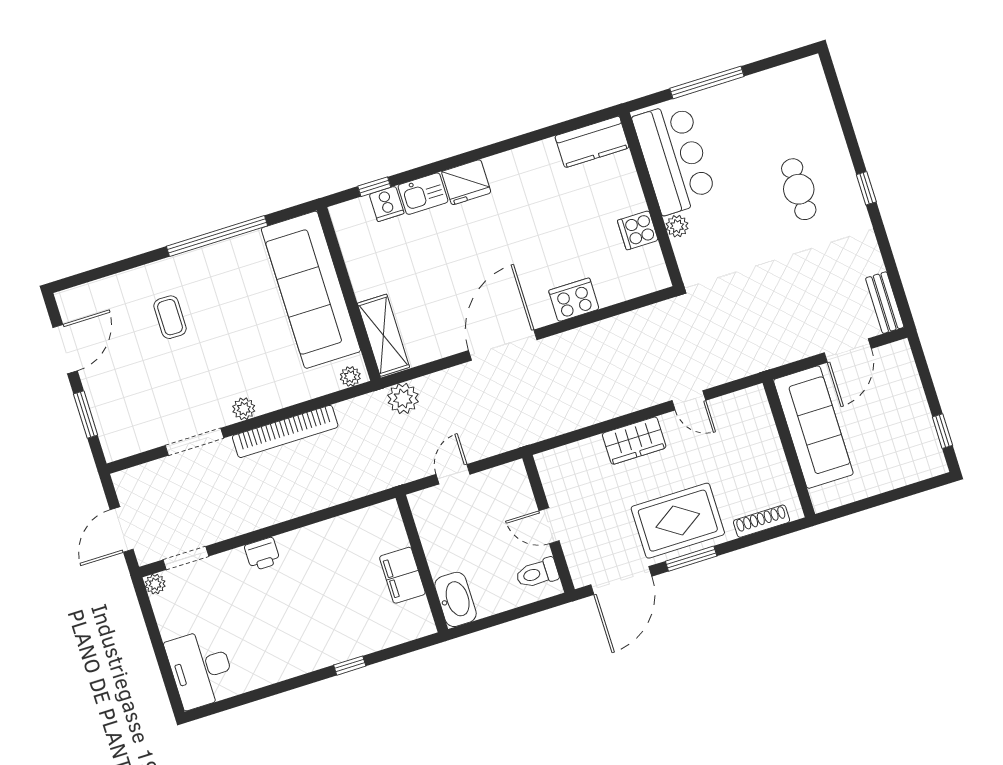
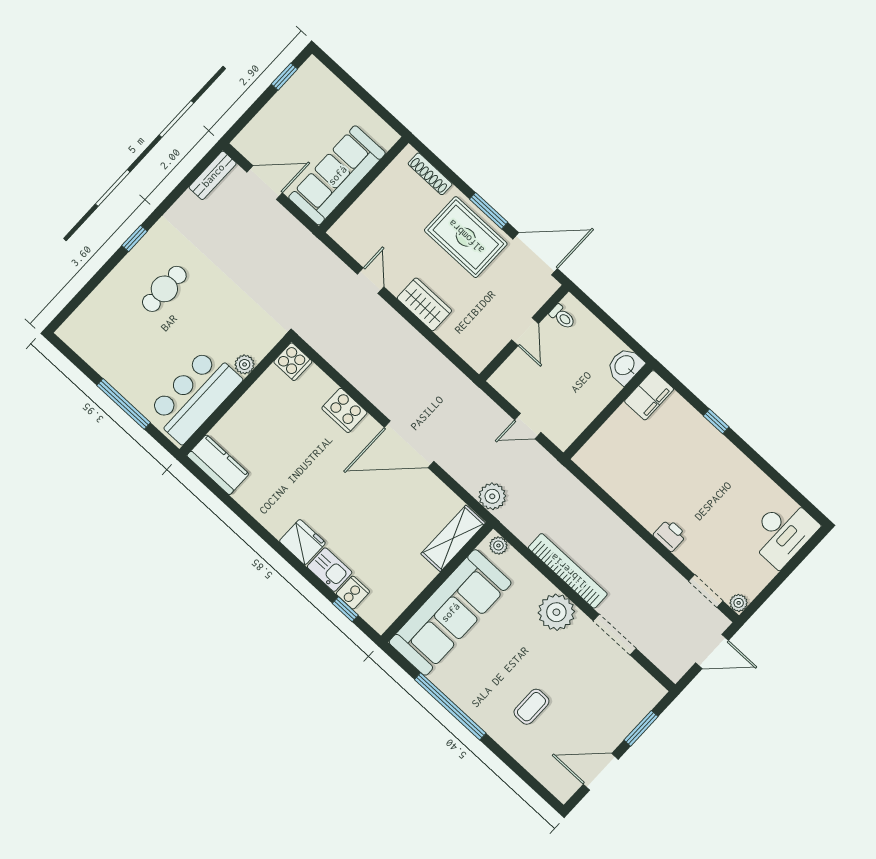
cooker: (638, 230) -> (293, 362), moved
plant: (244, 409) -> (556, 612), width x1.87, depth x1.87
toilet: (537, 573) -> (562, 317), width x0.73, depth x0.72
filing cabinet: (402, 575) -> (649, 395), moved
washbasin: (455, 599) -> (625, 366), width x0.72

